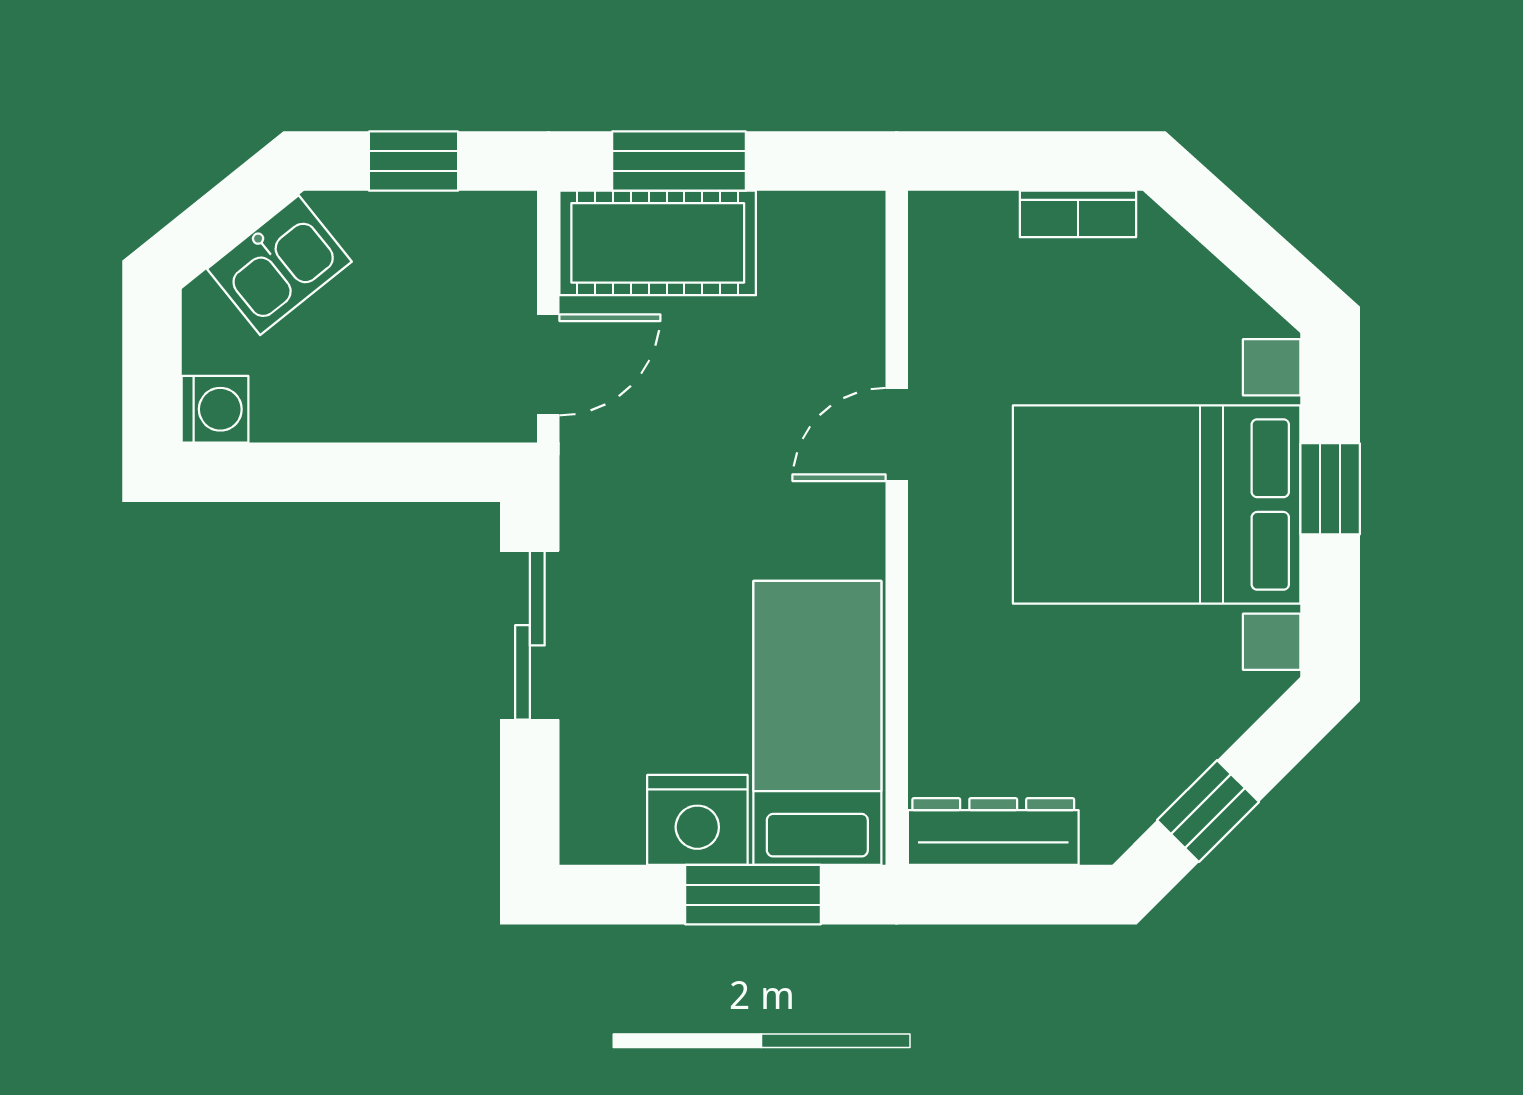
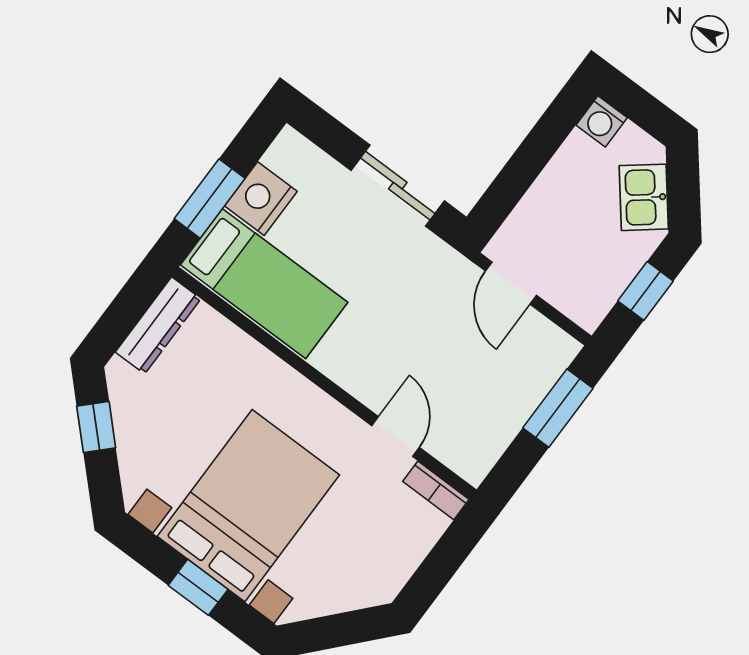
bookcase: (1078, 214) -> (436, 490), moved, turned -90
cot: (658, 243) -> (529, 372), removed
door: (897, 434) -> (395, 437), moved

